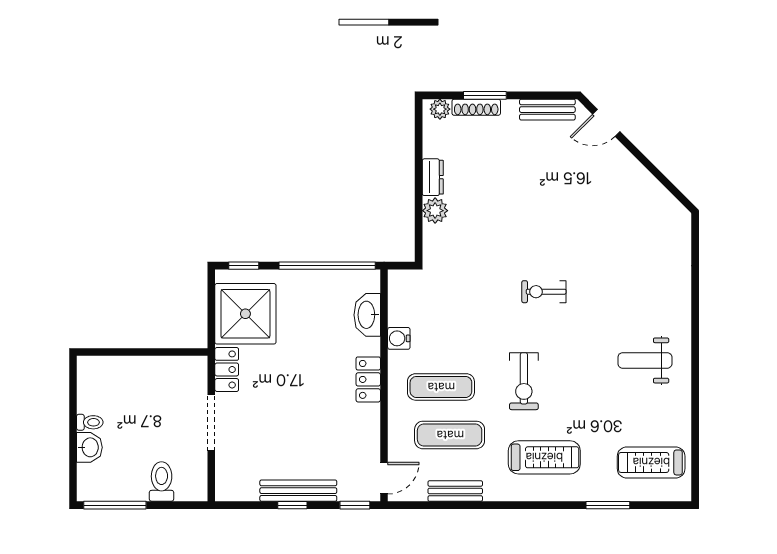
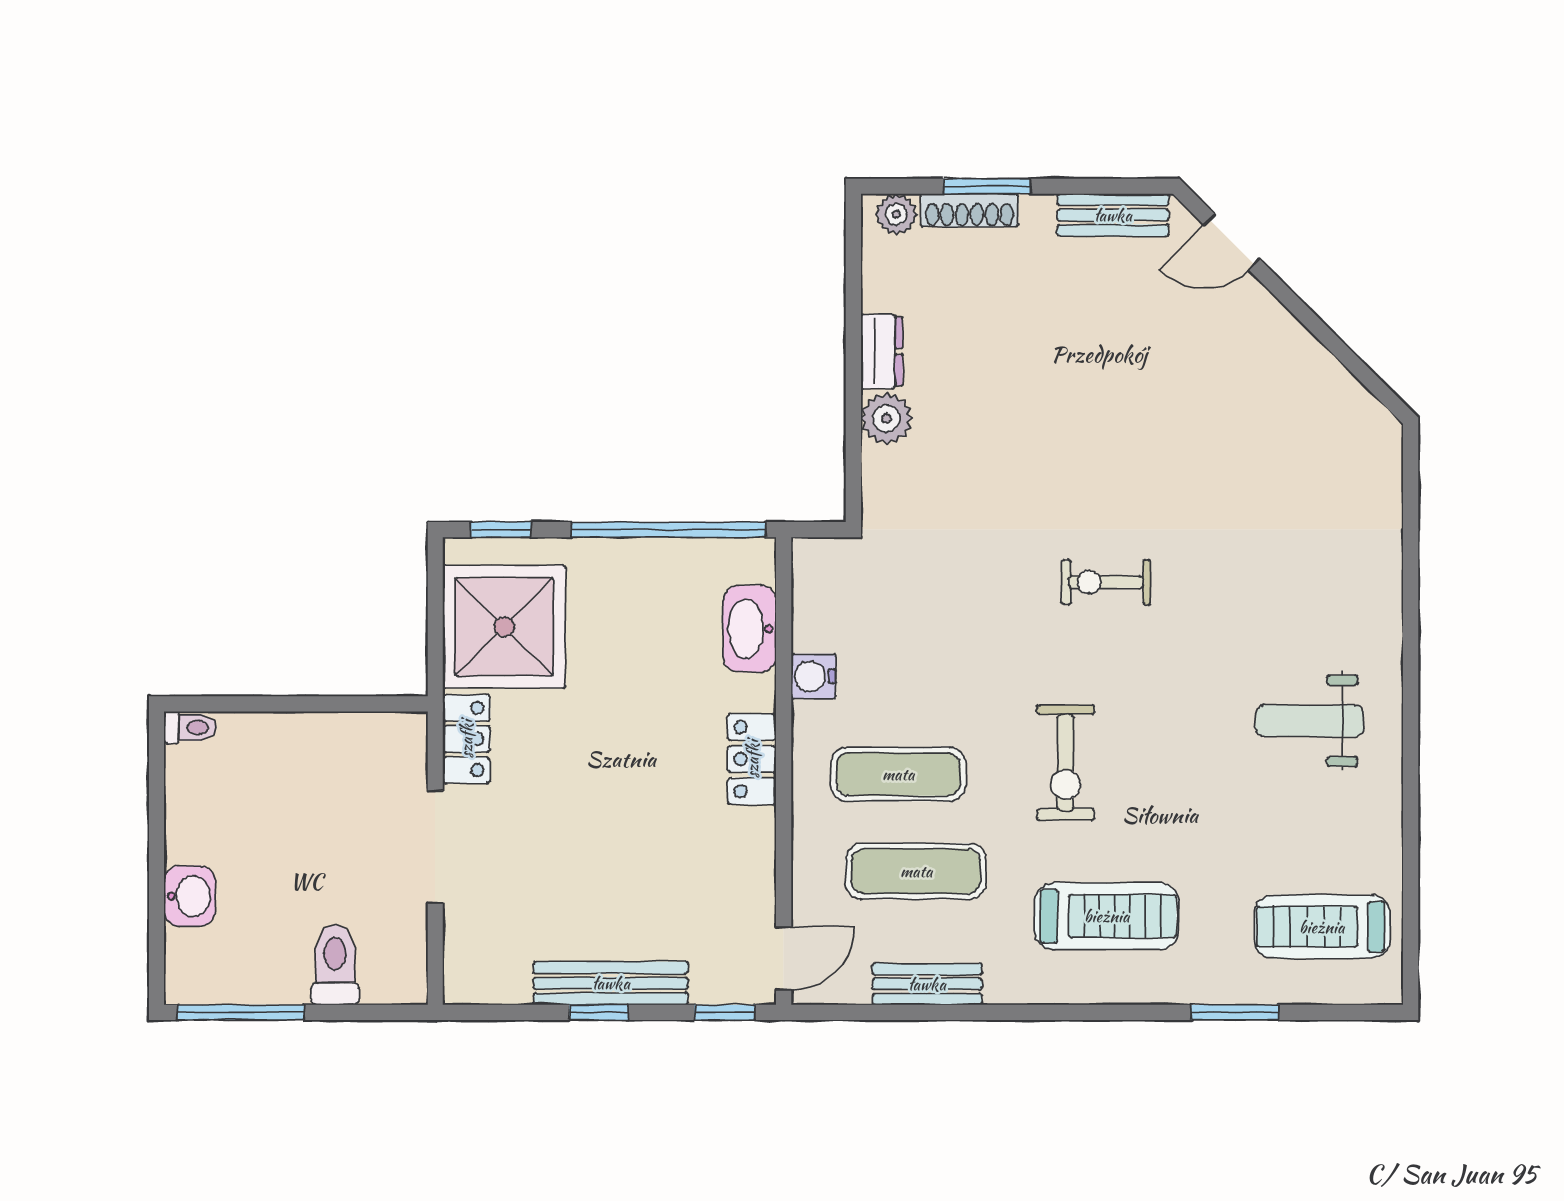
toilet: (90, 422) -> (190, 728), moved

